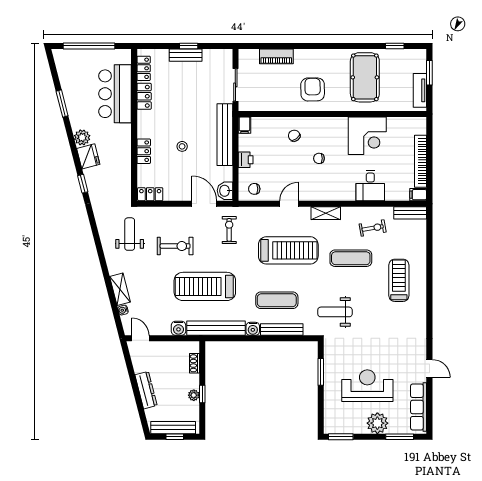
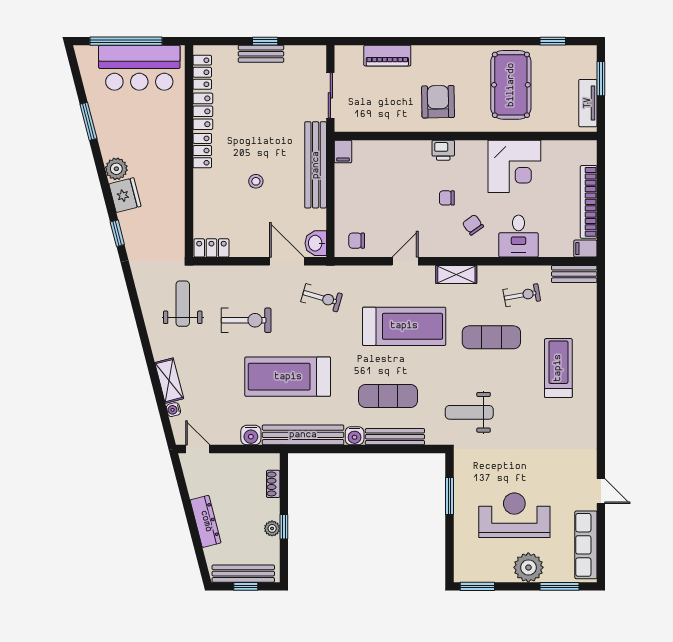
bar counter: (115, 94) -> (139, 68), moved, turned -90
chair: (294, 136) -> (473, 225), moved
locker: (144, 151) -> (202, 151), moved
printer: (246, 160) -> (443, 150), moved, turned 90
exercise bike: (229, 230) -> (322, 298), turned 106

